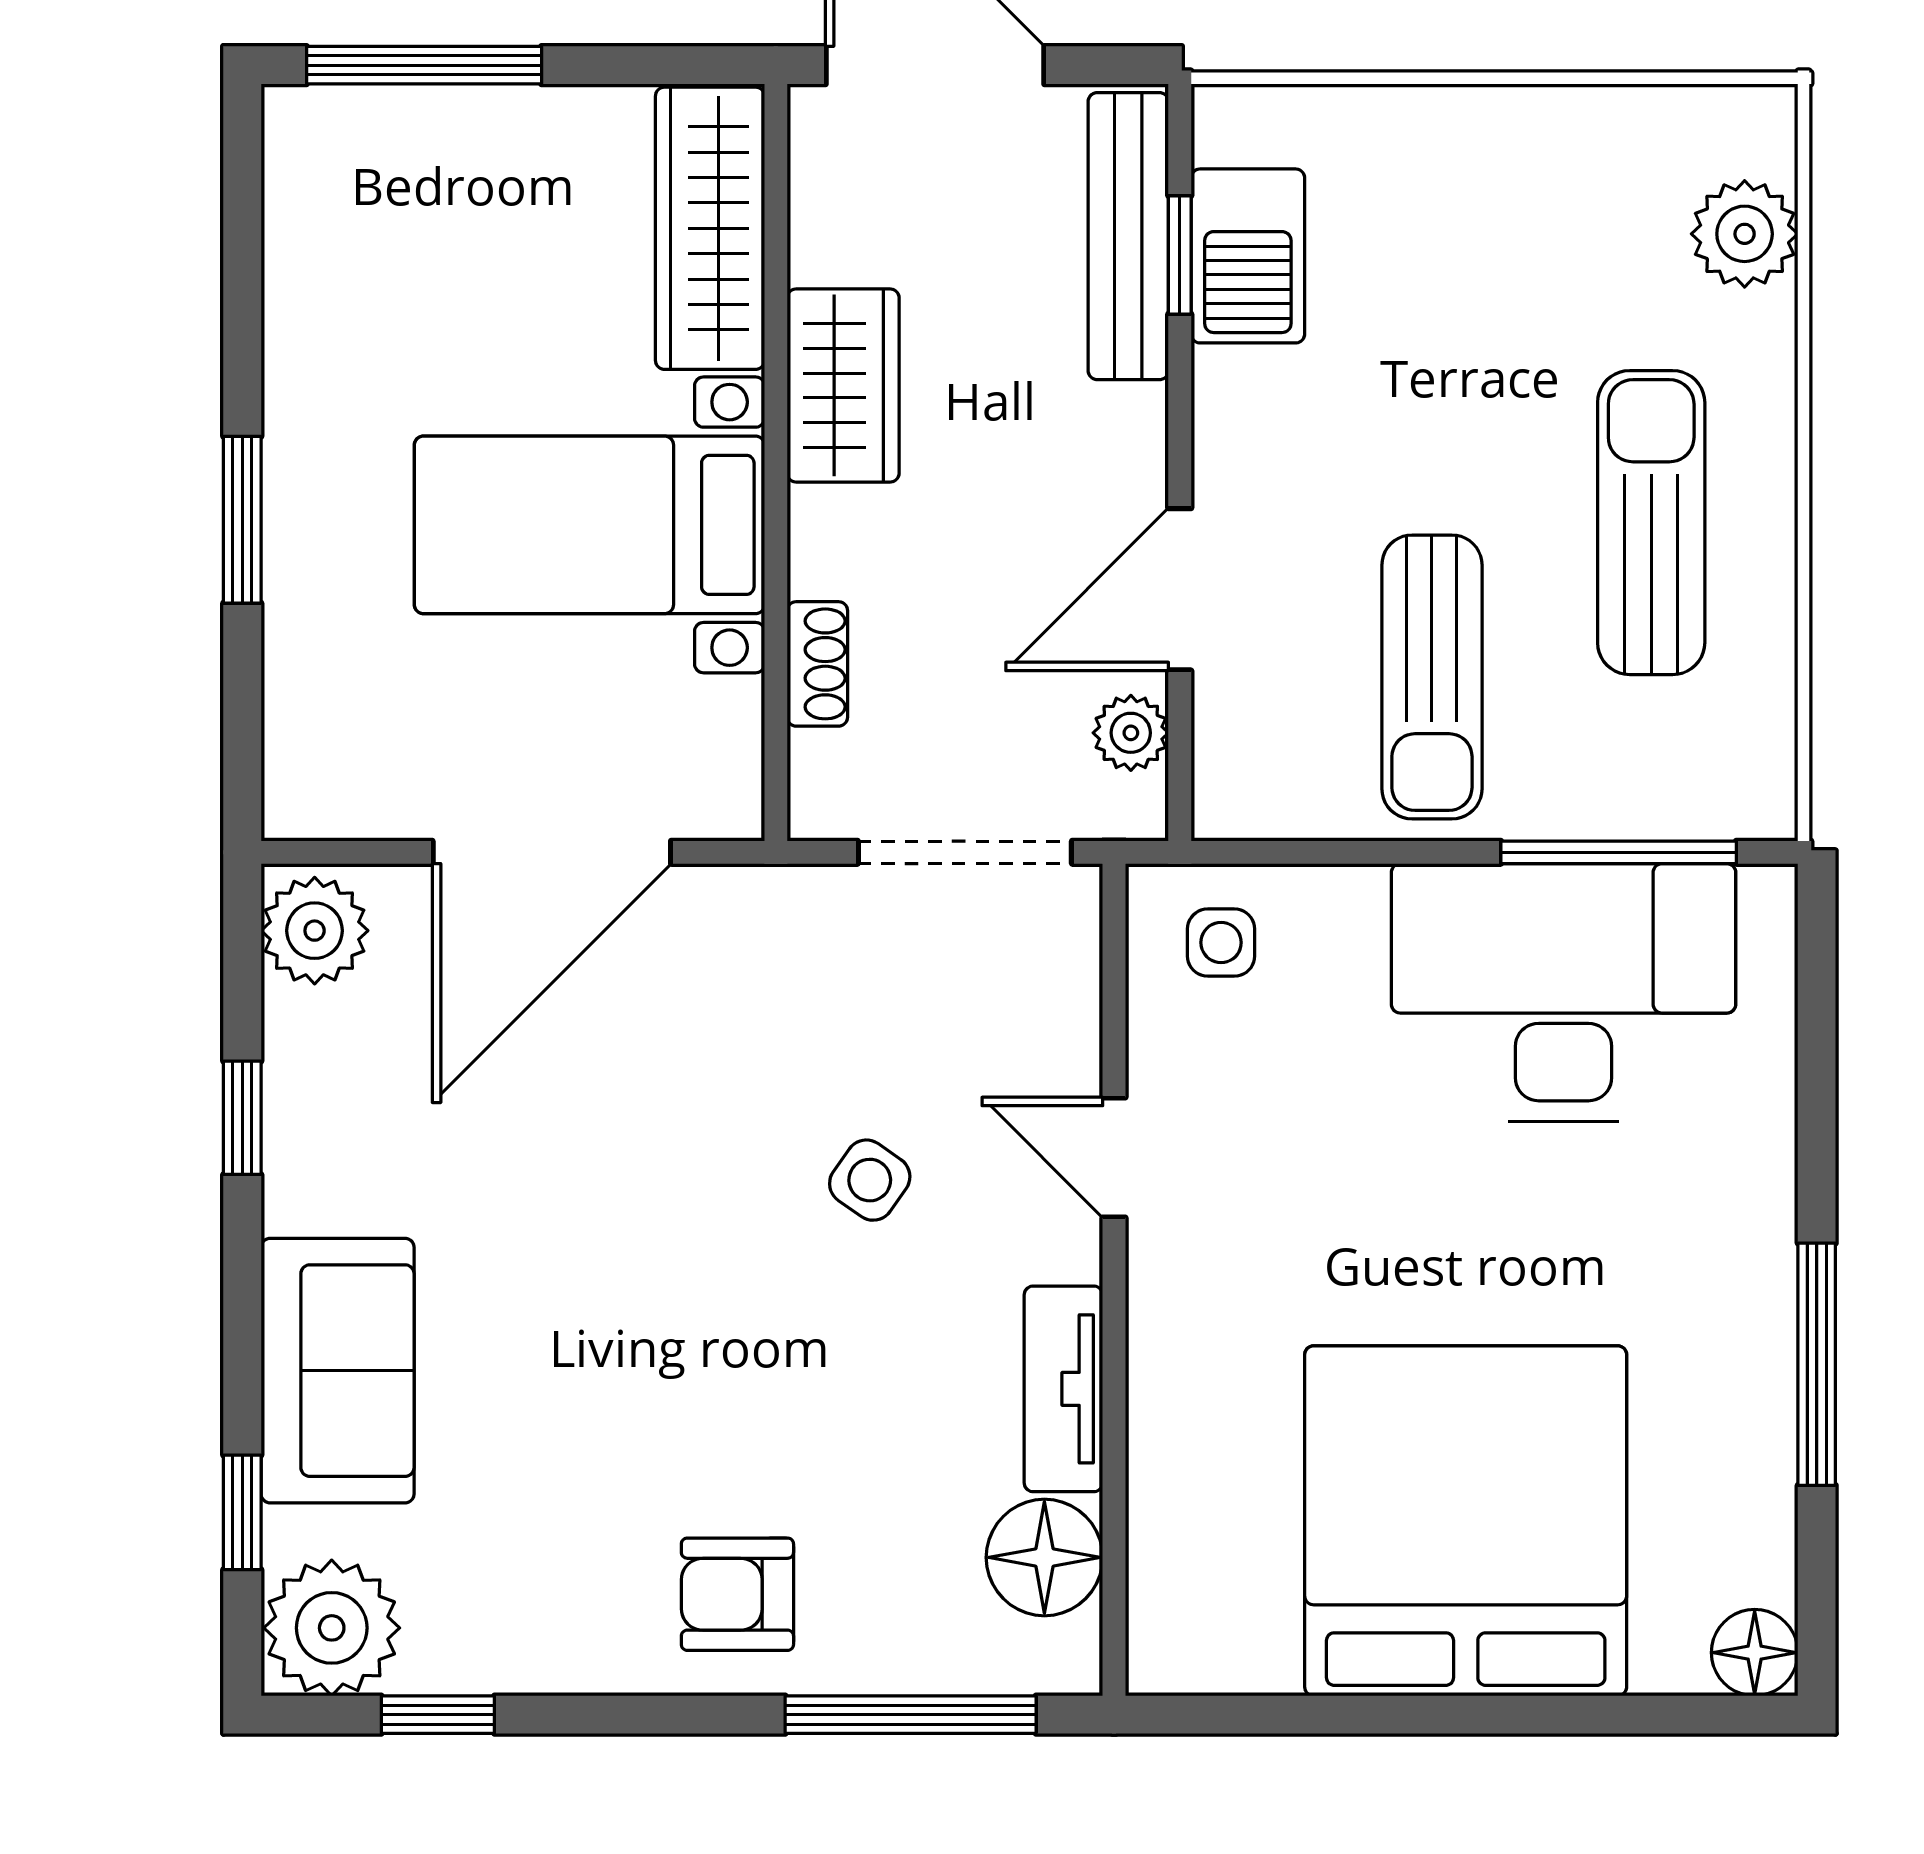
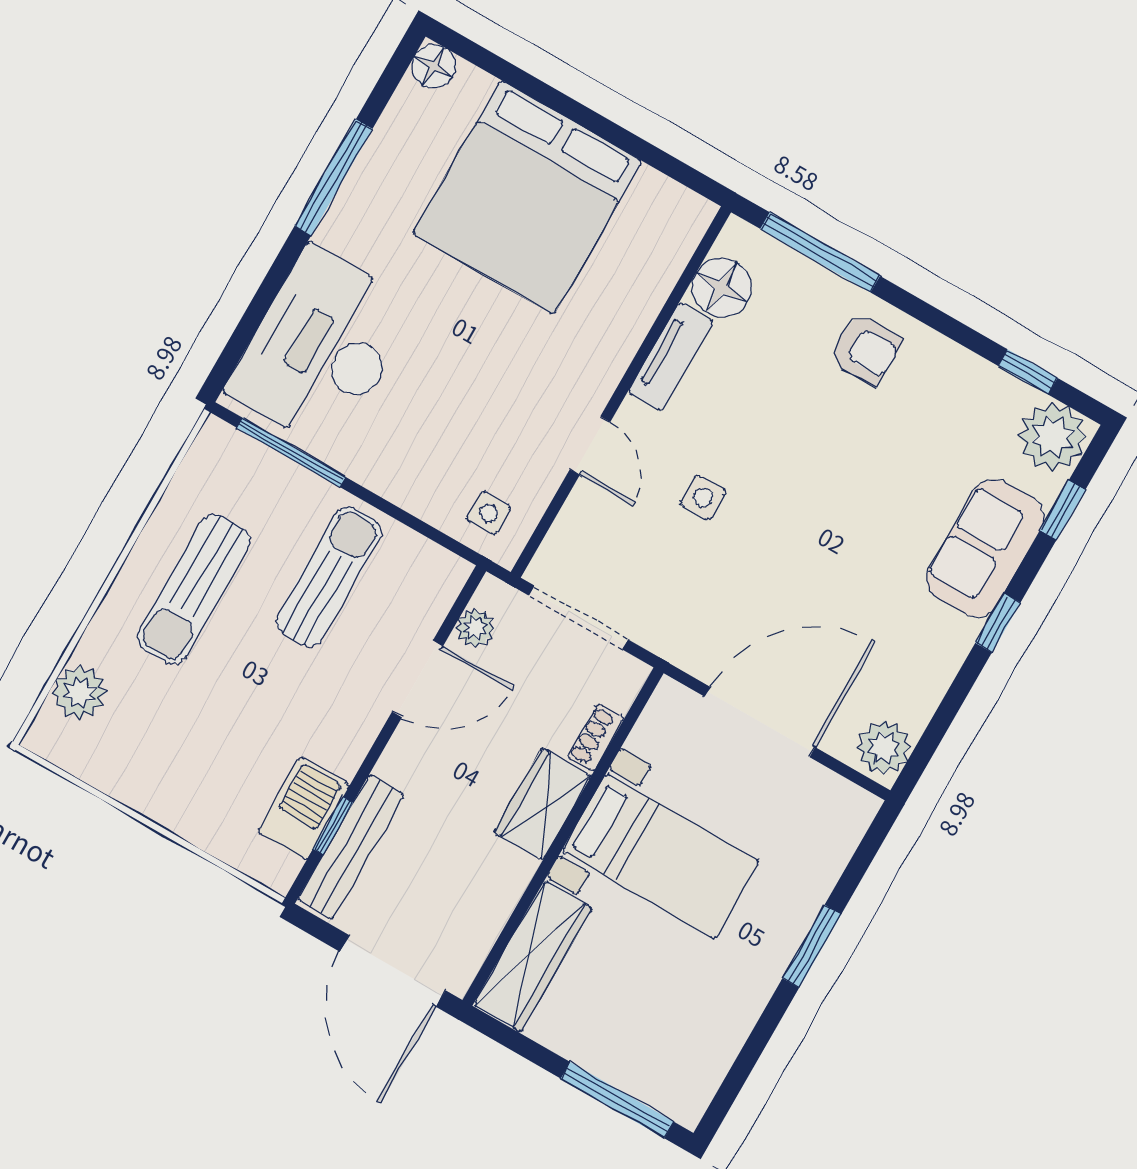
wardrobe: (843, 385) -> (542, 804), moved
desk: (1564, 992) -> (322, 348), moved, turned 90
window: (242, 1118) -> (998, 623), moved
side table: (870, 1180) -> (703, 498), turned -35

